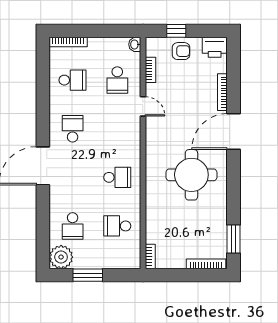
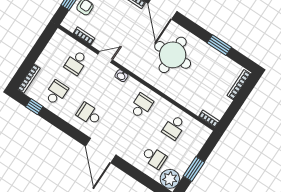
washbasin: (135, 44) -> (121, 76), moved
window: (43, 67) -> (34, 107), added
school desk: (117, 80) -> (76, 63), turned 90
window: (234, 239) -> (219, 45), moved

